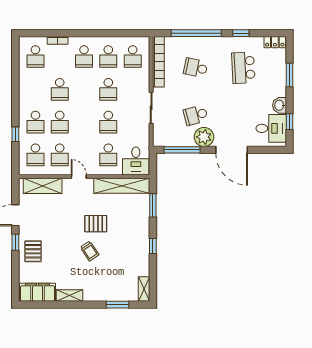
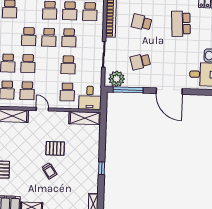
school desk: (84, 89) -> (49, 37), added
plant: (204, 137) -> (117, 79), moved
shelving: (122, 186) -> (85, 118), width x0.68
window: (153, 205) -> (103, 135), removed

